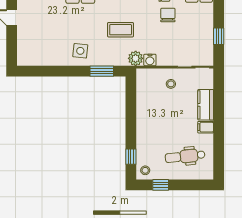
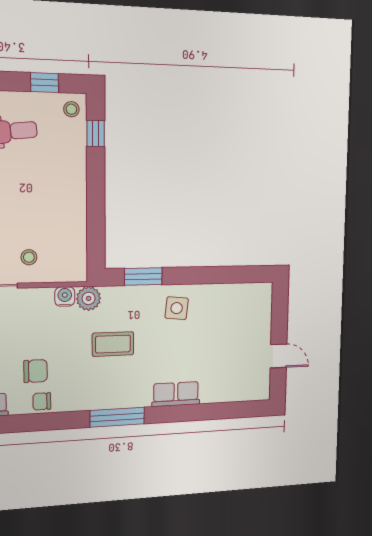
chair: (168, 15) -> (36, 371), turned -90

